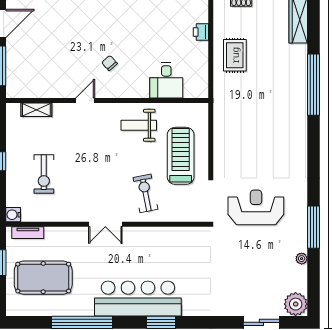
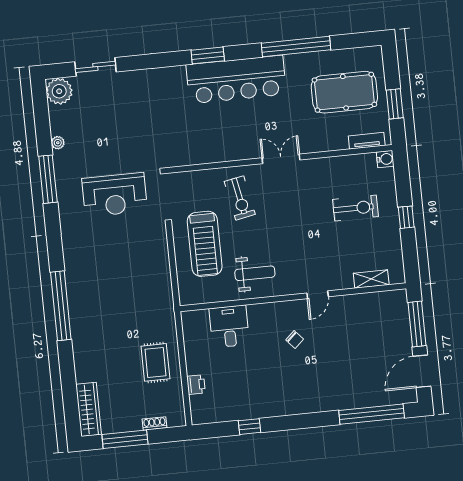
window: (314, 85) -> (61, 306), moved
exercise bike: (44, 174) -> (355, 208), turned 90

